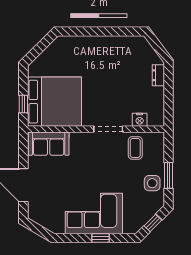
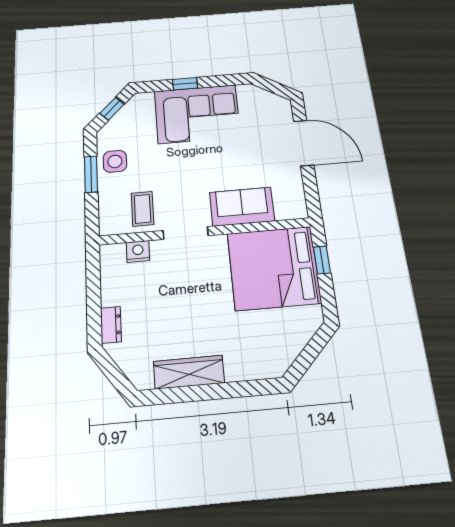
wardrobe: (113, 44) -> (189, 372), added
sofa: (49, 144) -> (242, 207), moved

